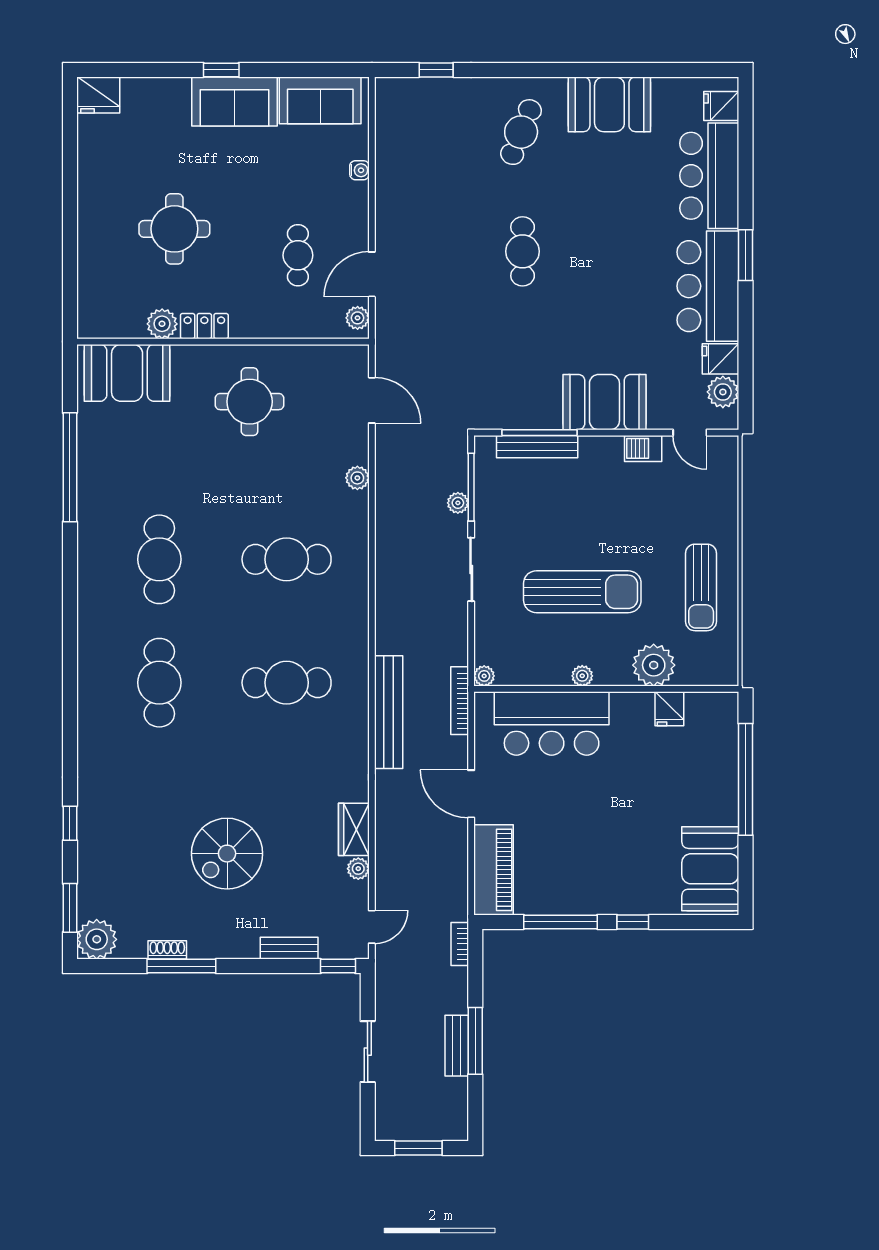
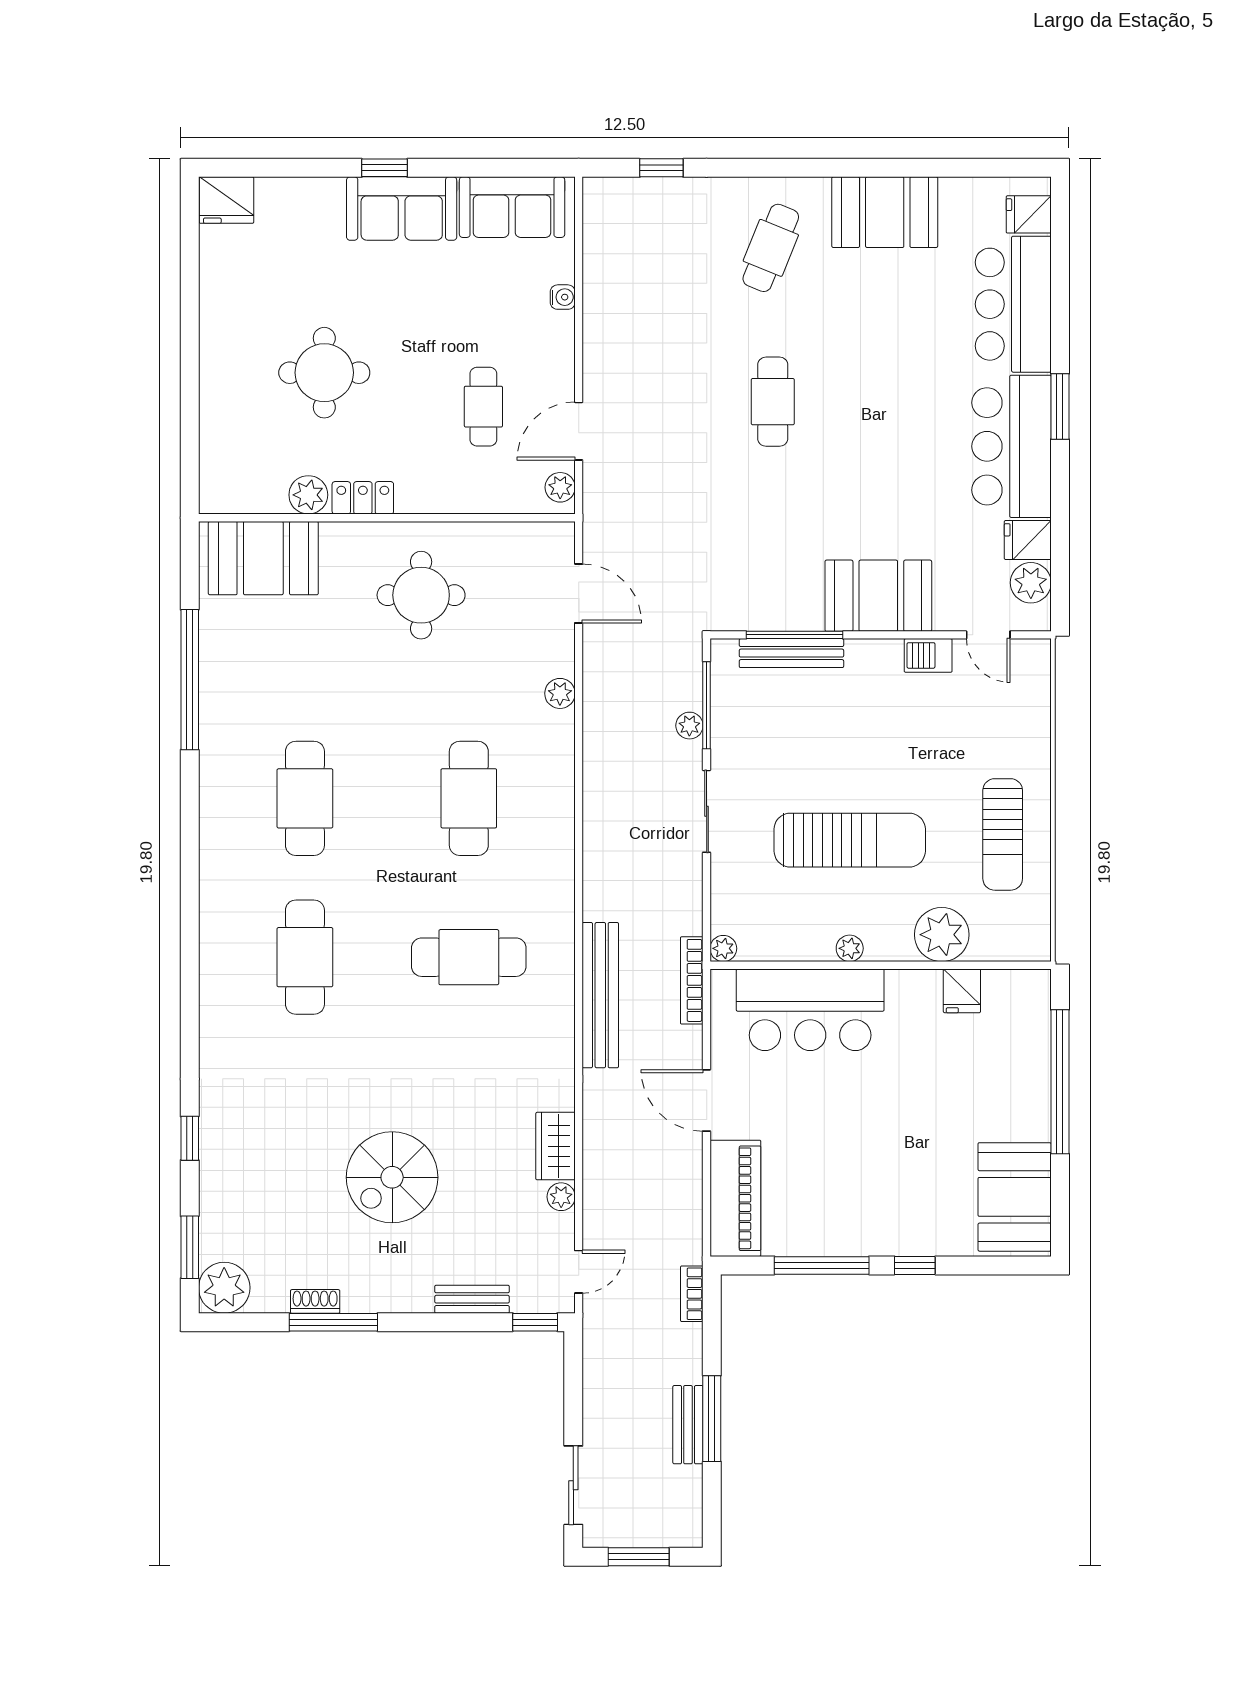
cafe table: (287, 559) -> (469, 798), turned 90
sliding door: (368, 1052) -> (573, 1485), moved

